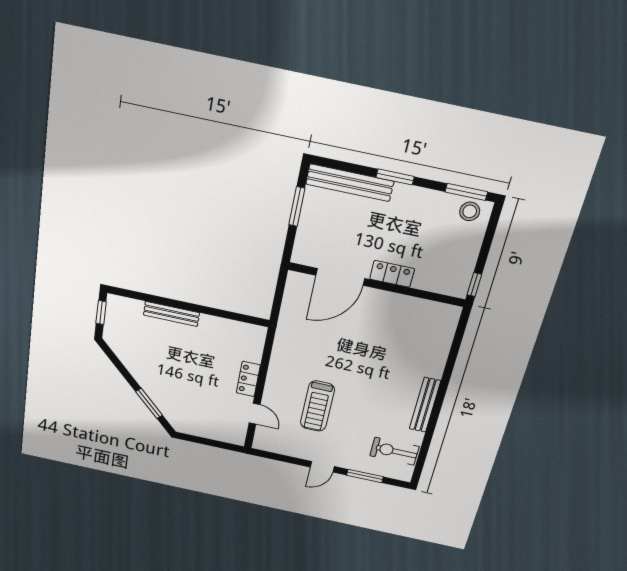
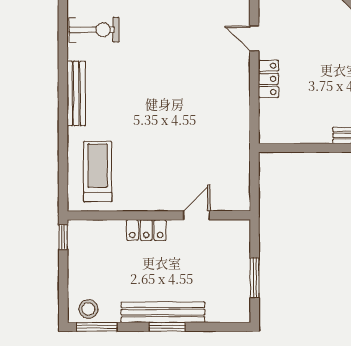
bench: (350, 183) -> (163, 312), moved
door: (340, 277) -> (197, 215), width x0.53
treadmill: (317, 406) -> (98, 172), moved

